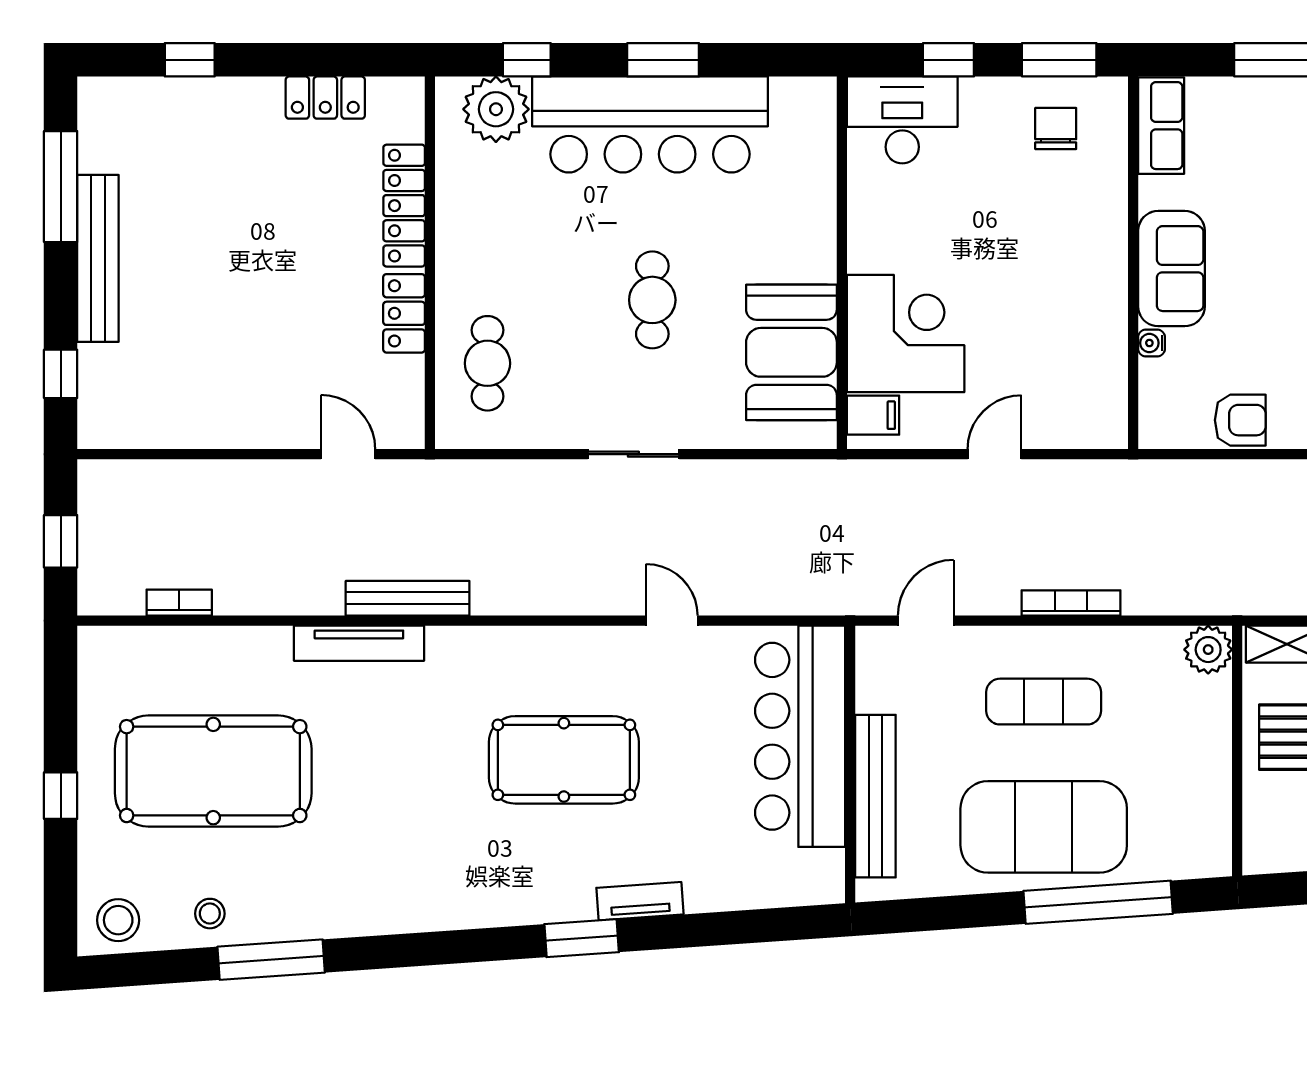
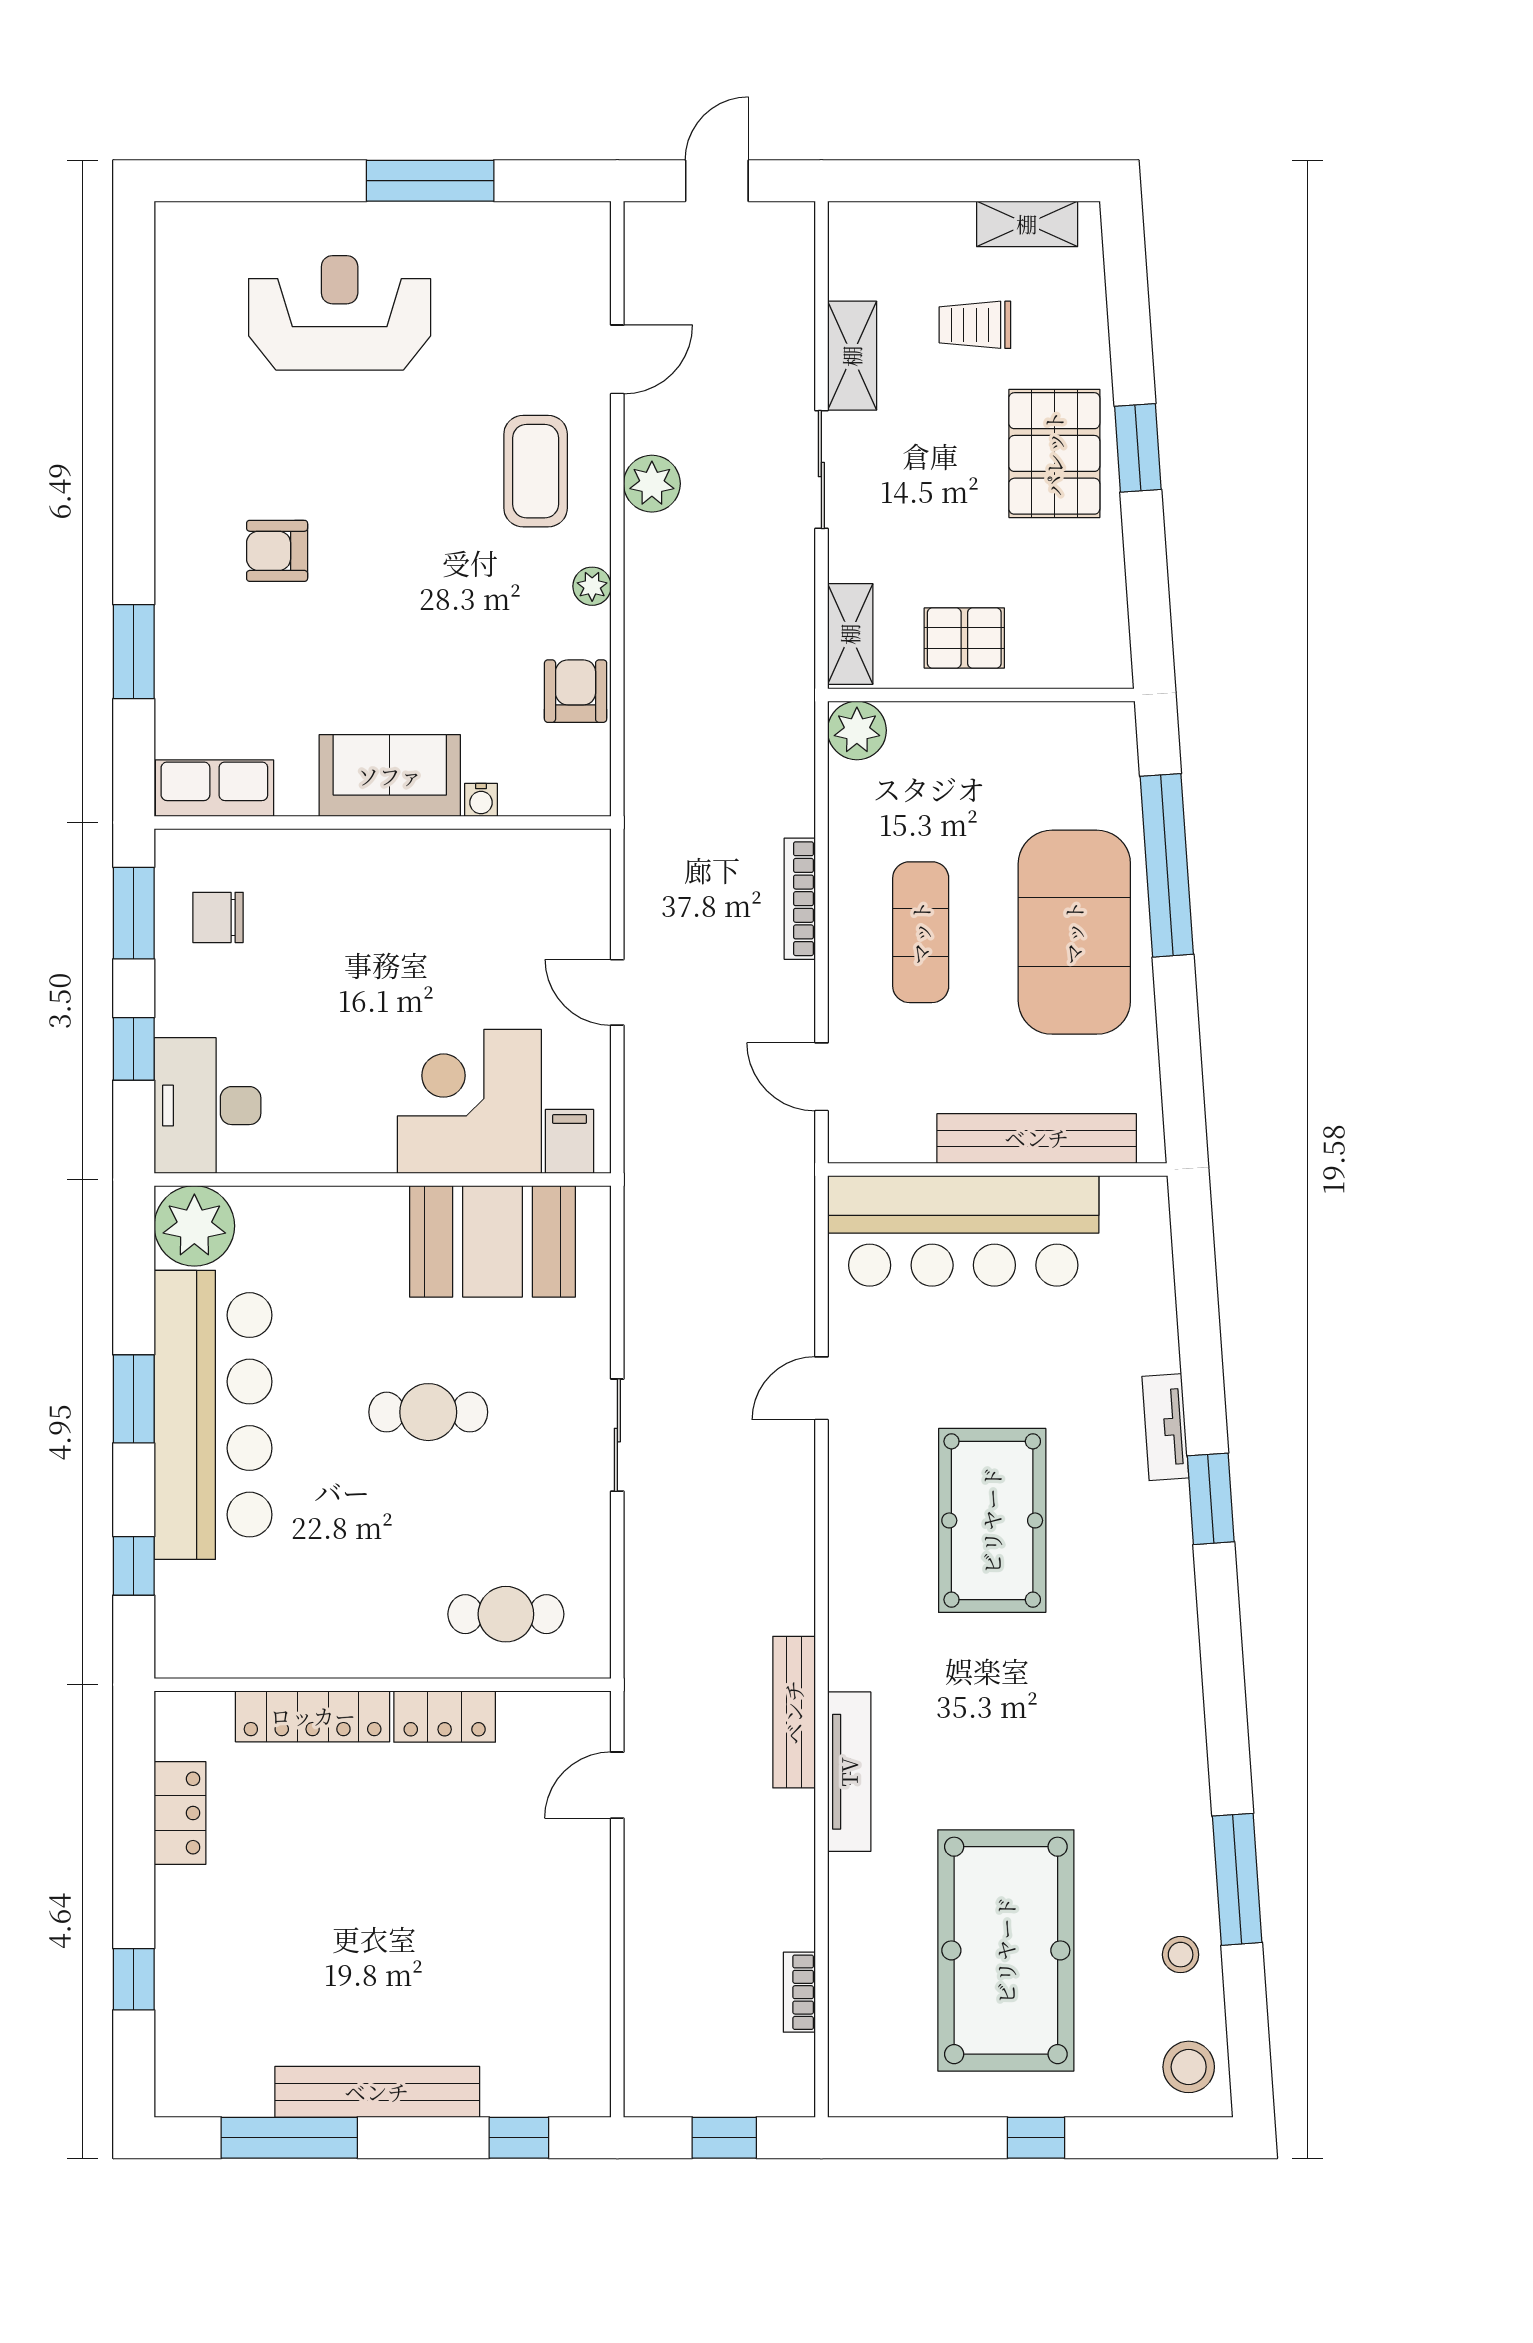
plant: (496, 109) -> (194, 1226), moved

